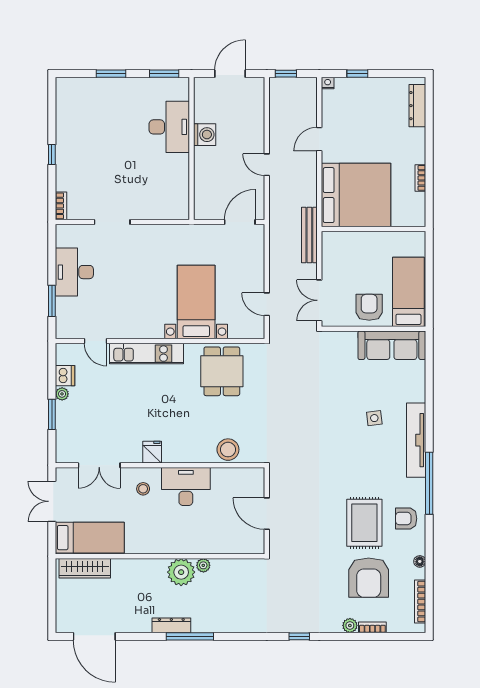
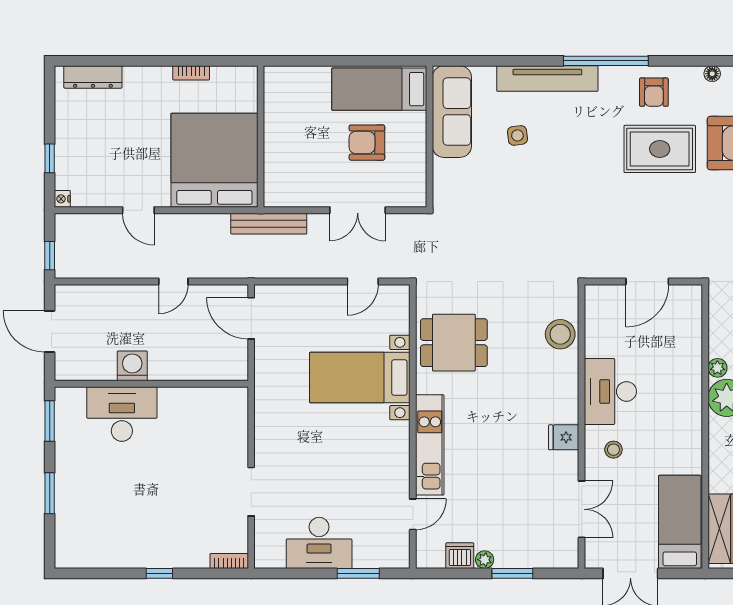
bed: (408, 292) -> (379, 89), moved
wall: (374, 329) -> (429, 136), moved
sofa: (392, 345) -> (452, 112), moved

